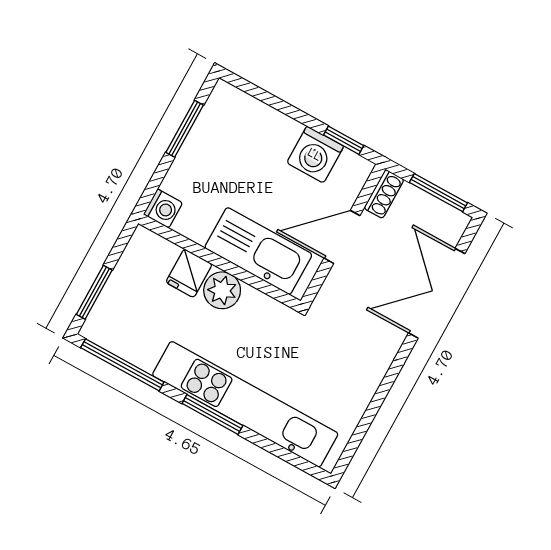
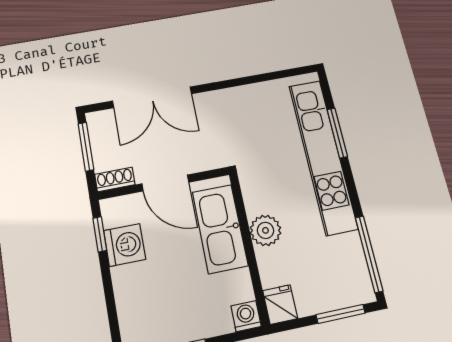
fridge: (189, 273) -> (280, 305), moved, turned -90
window: (212, 415) -> (337, 133), moved

